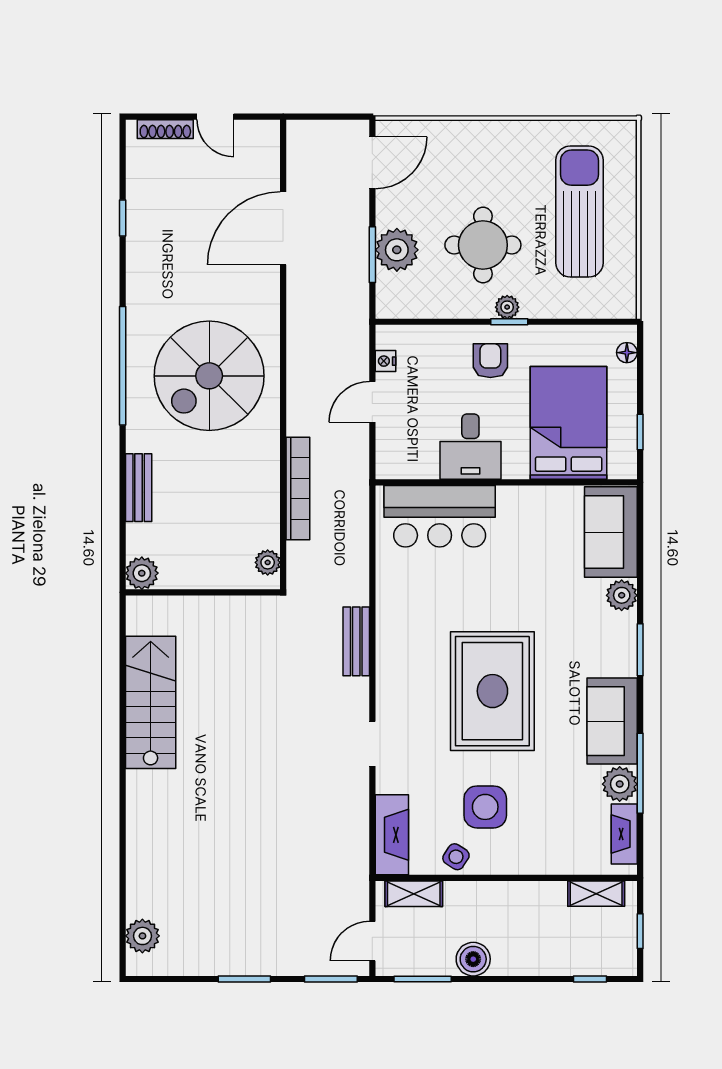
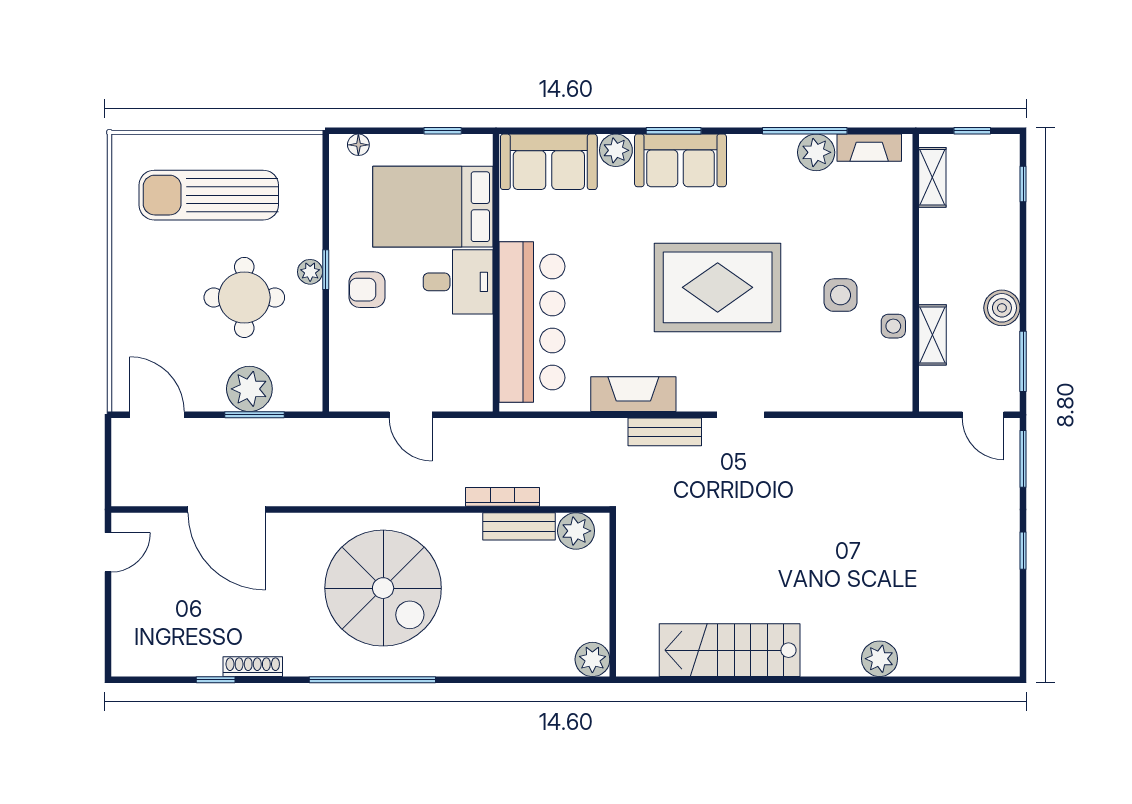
door: (215, 117) -> (108, 552), moved
shoe rack: (165, 129) -> (253, 667), moved, turned -90
nightstand: (385, 361) -> (367, 401), removed
desk: (470, 447) -> (458, 282), moved
bench: (139, 488) -> (519, 526), moved
bookcase: (298, 488) -> (503, 497), width x0.68, depth x0.76
bar counter: (440, 516) -> (532, 322), width x1.36
plant: (268, 562) -> (576, 531), width x1.38, depth x1.38
sofa: (612, 721) -> (680, 160), moved
doorway: (372, 744) -> (741, 415), moved
side table: (485, 807) -> (841, 295), width x0.73, depth x0.73
fireplace: (392, 835) -> (633, 394), moved
side table: (456, 857) -> (893, 326), turned -33
shelving: (414, 894) -> (933, 335), moved
plant: (142, 936) -> (880, 659), moved
window: (244, 979) -> (1023, 551), width x0.67

